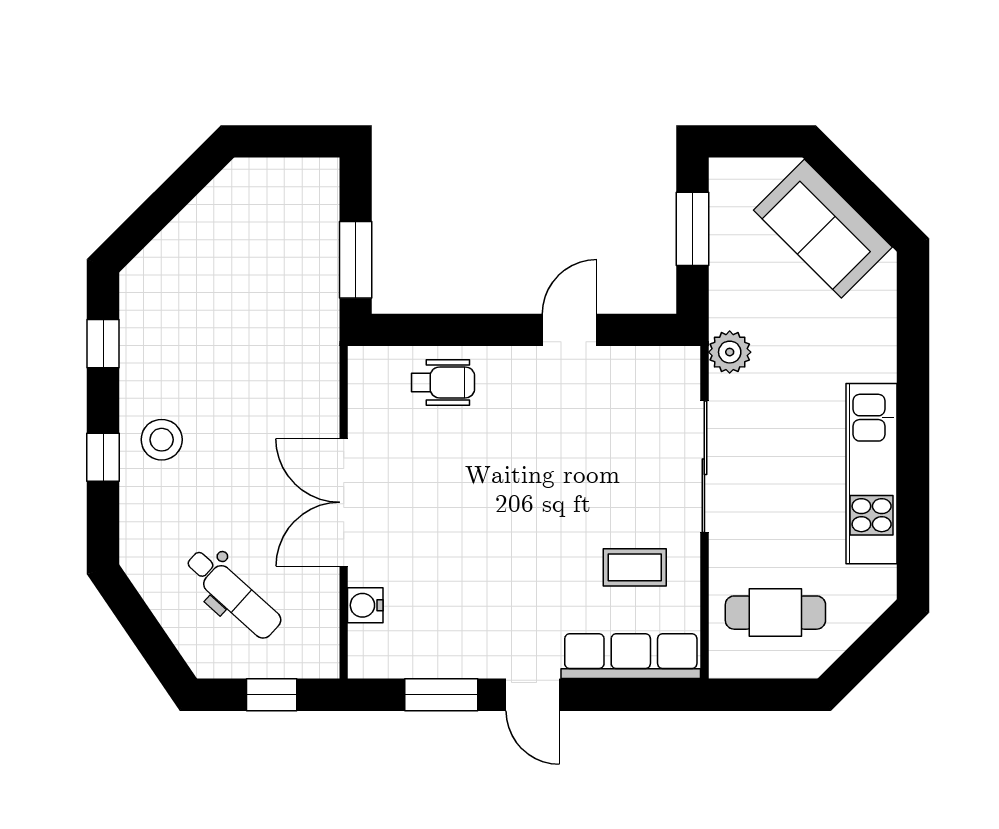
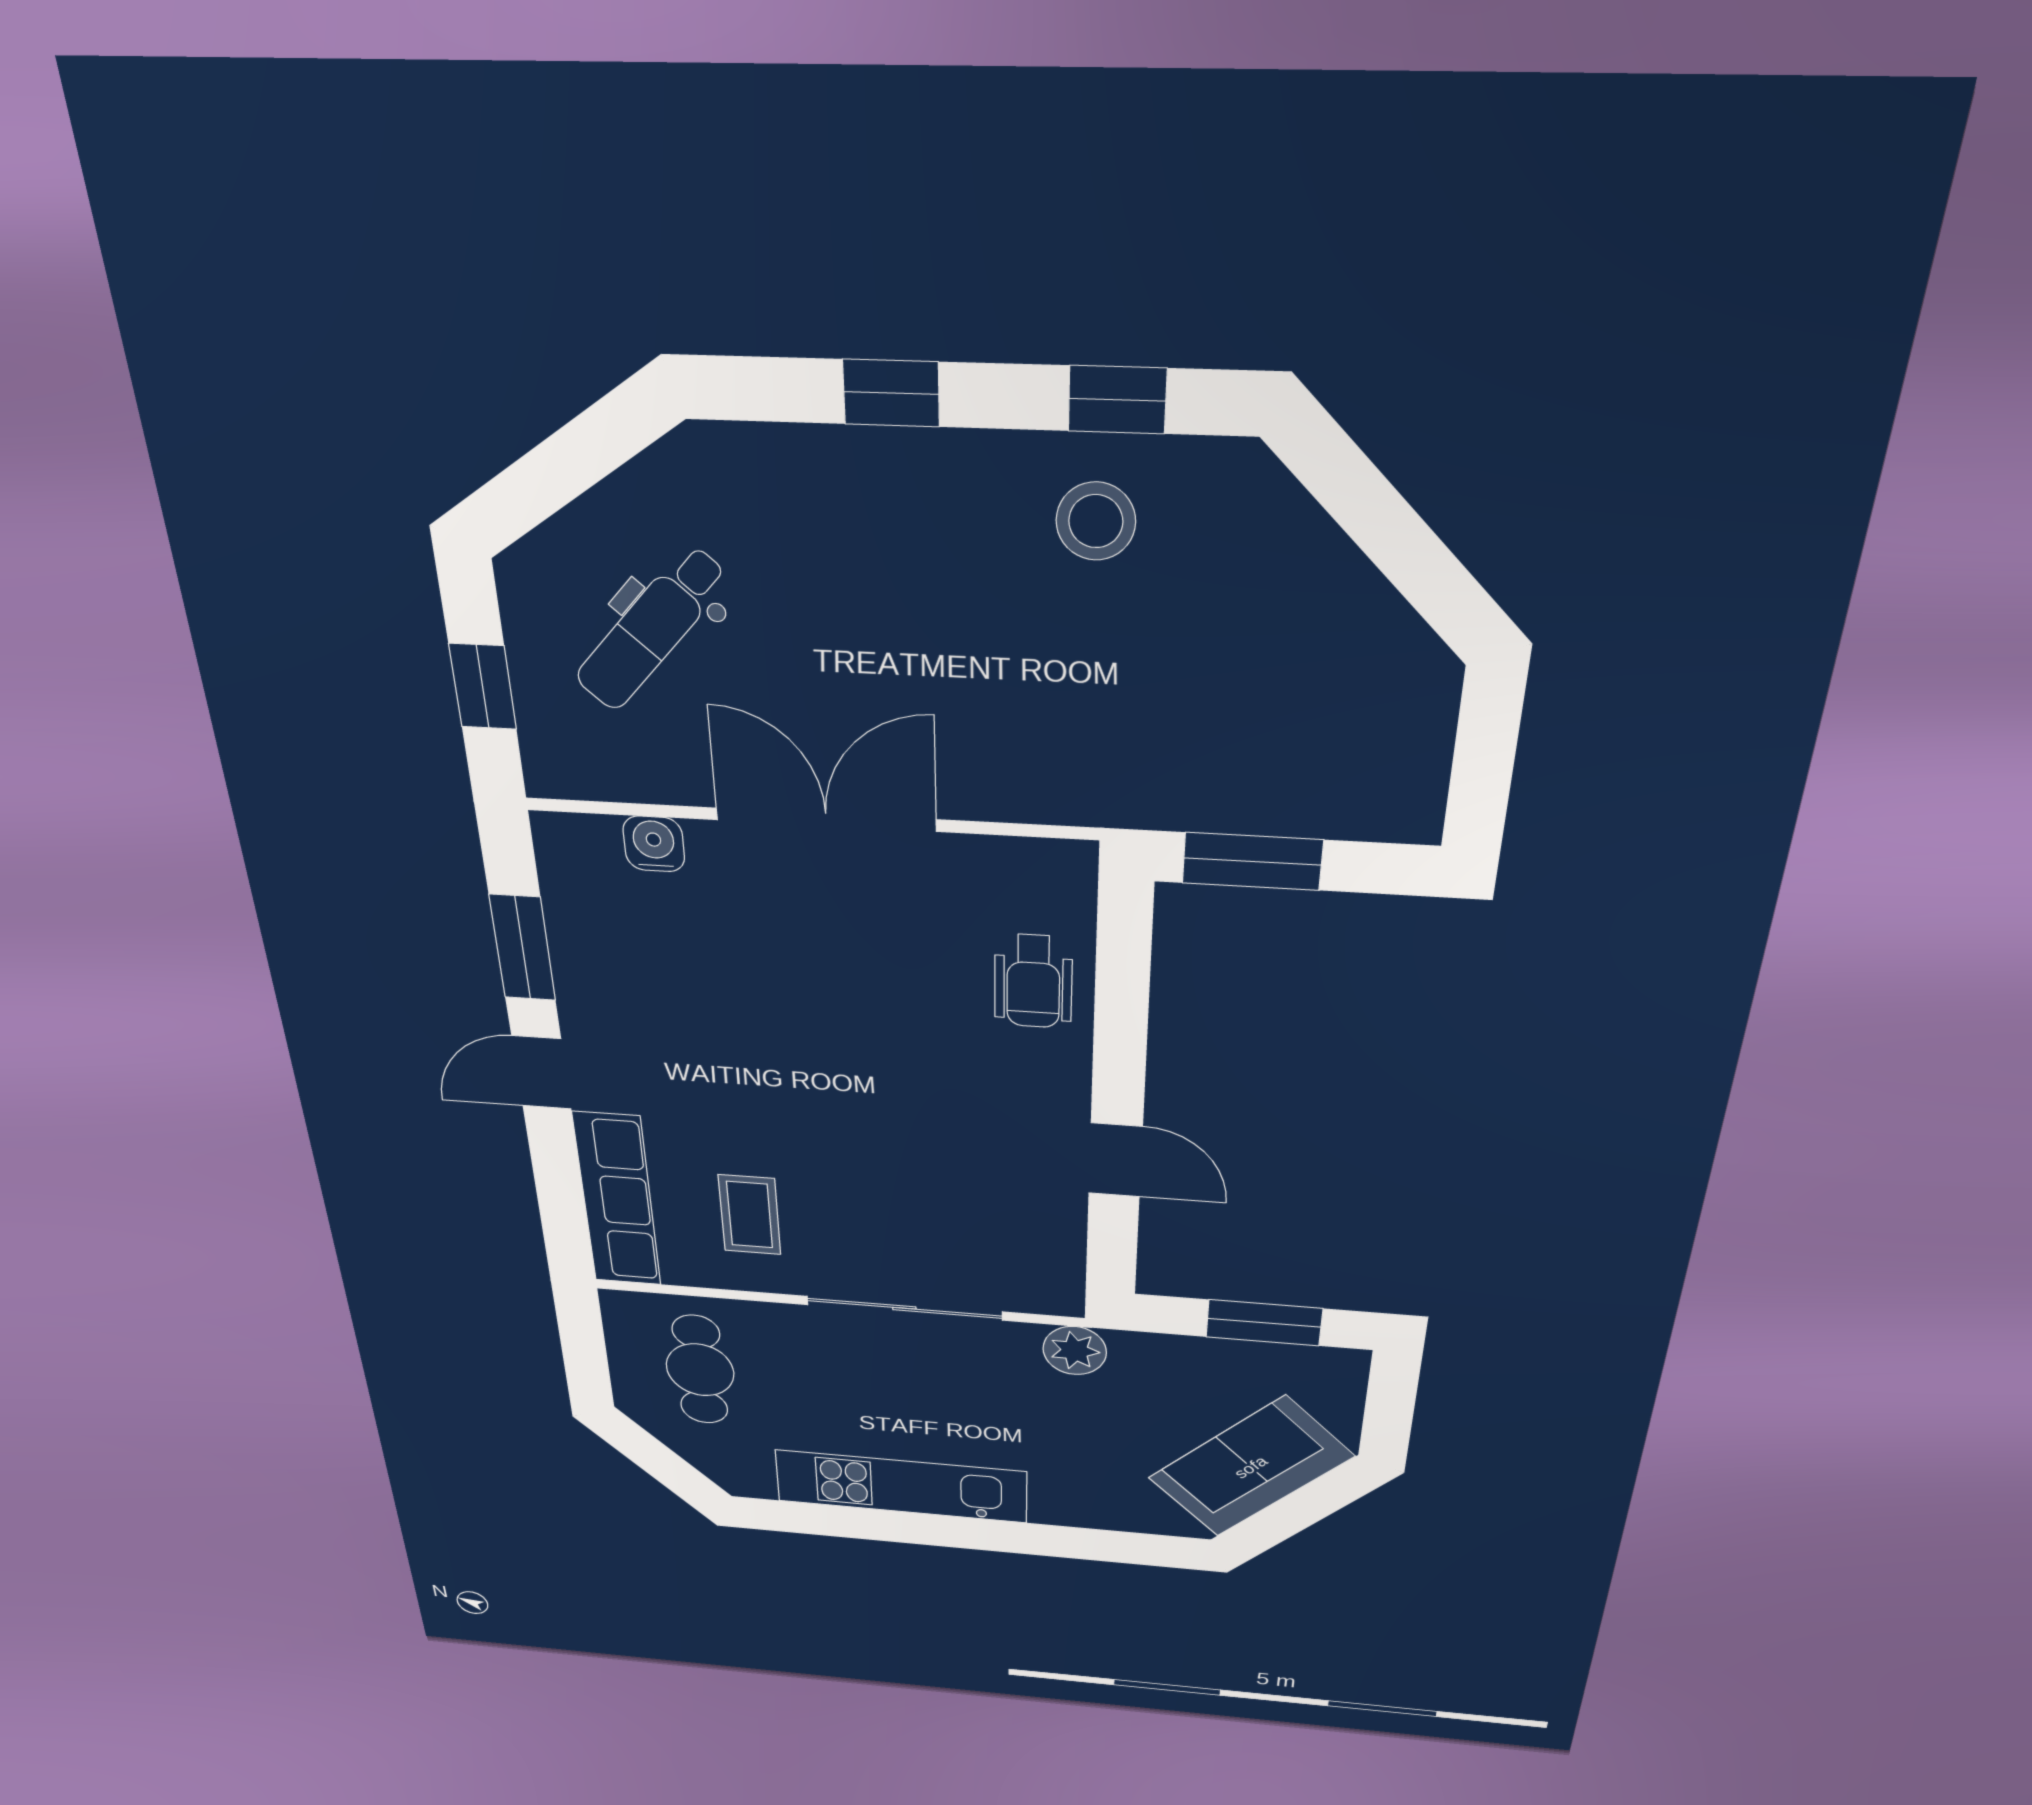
stool: (162, 440) -> (1096, 521), moved

